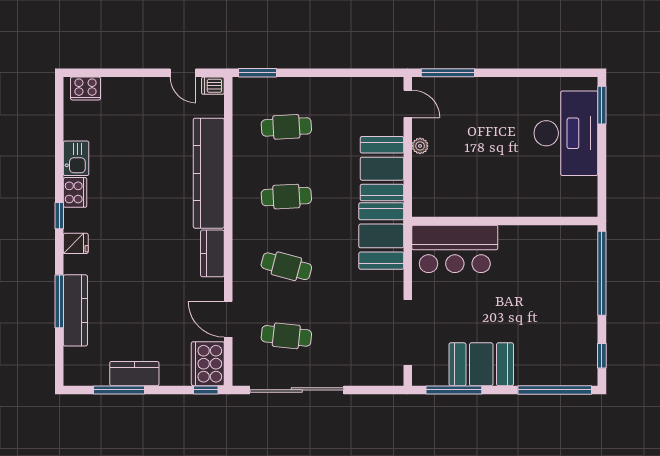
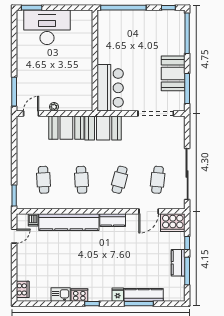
dishwasher: (213, 86) -> (33, 220), moved
fridge: (76, 243) -> (118, 295), moved
window: (206, 390) -> (187, 243), moved

